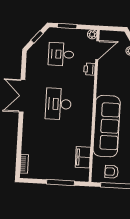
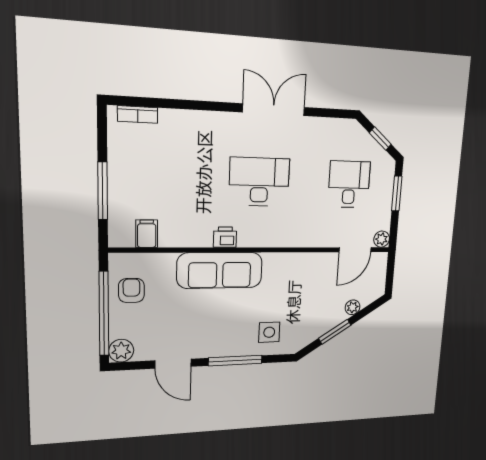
door: (97, 50) -> (355, 250), hinge flipped
printer: (89, 69) -> (225, 237), moved
sofa: (107, 126) -> (220, 270), width x0.74, depth x0.79
filing cabinet: (83, 157) -> (147, 234), width x0.50

